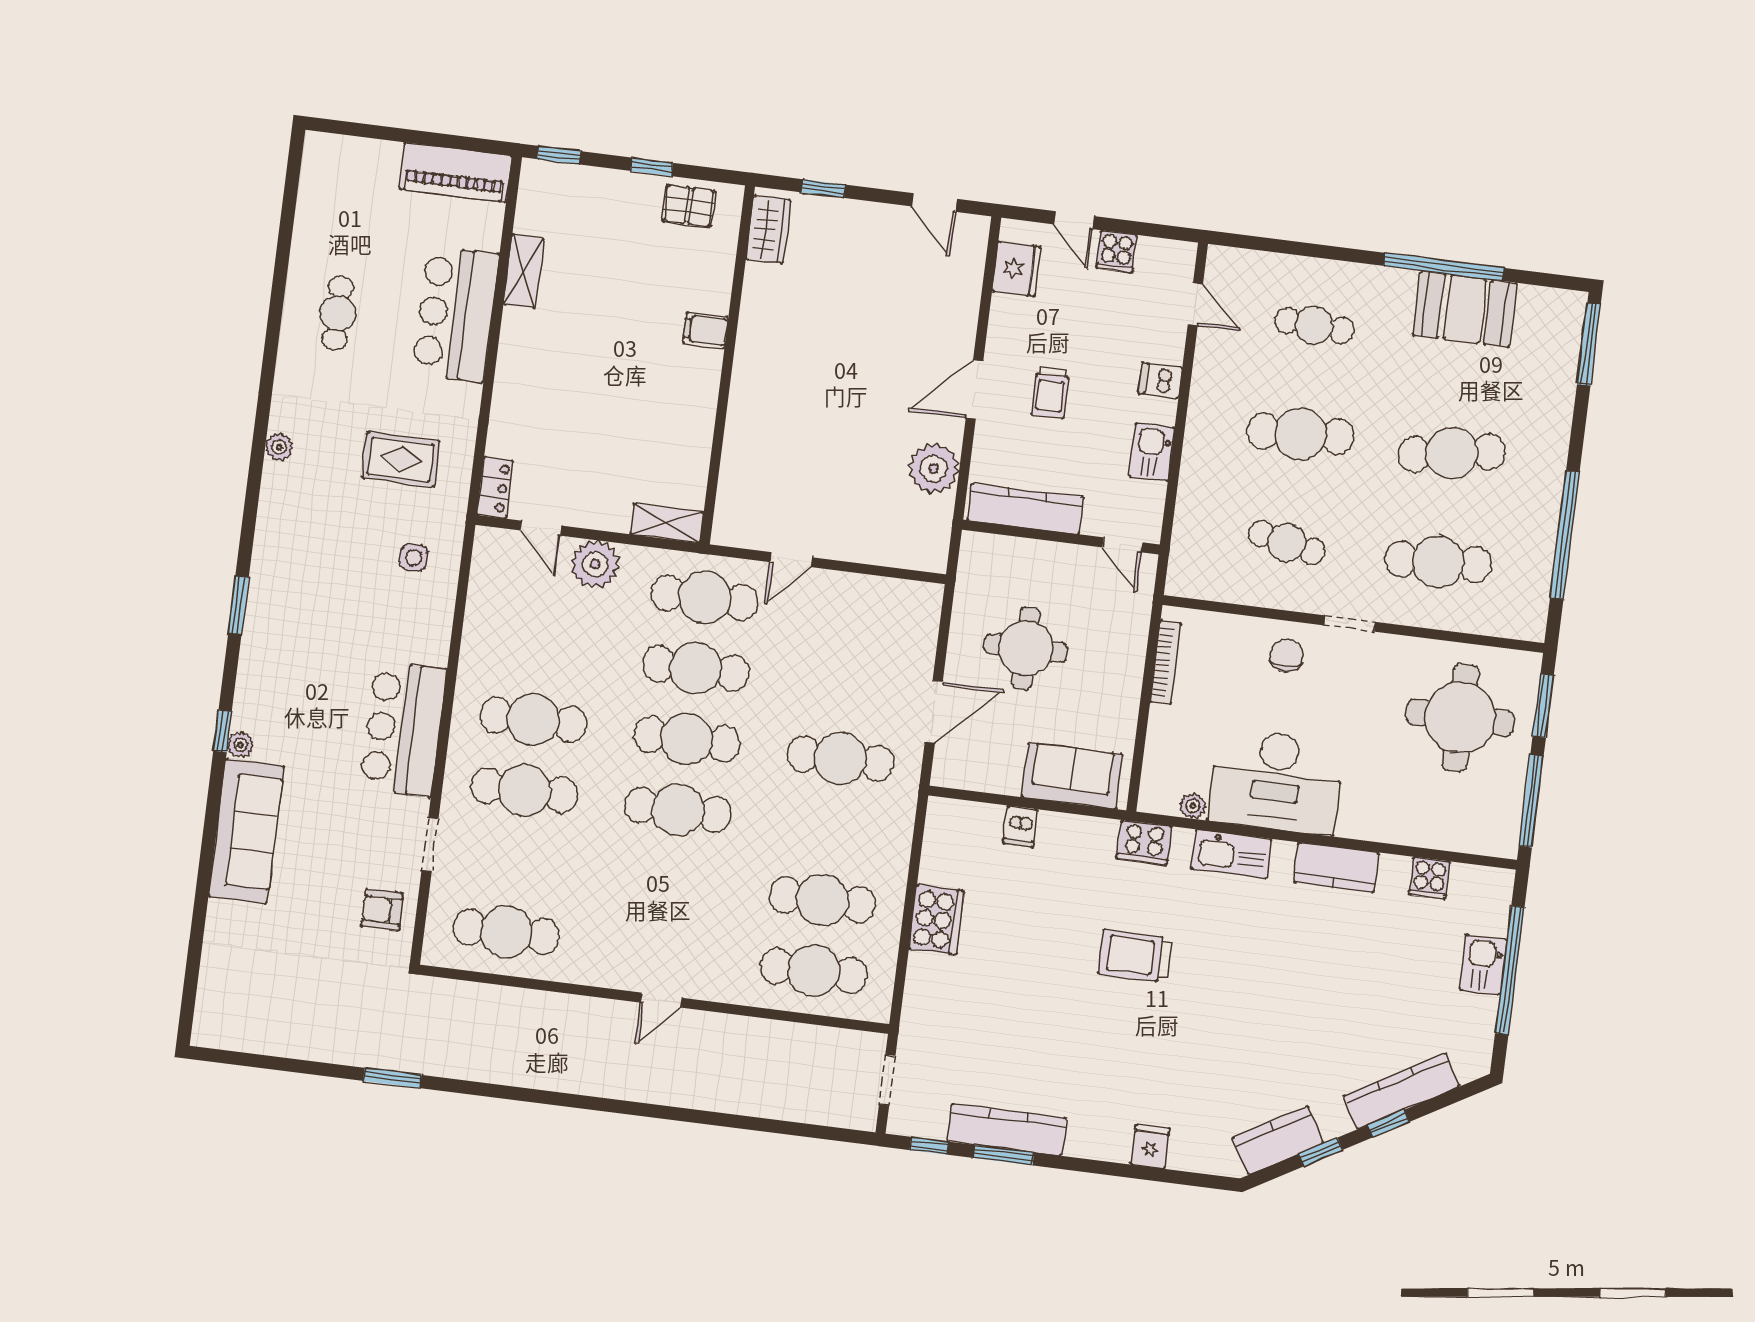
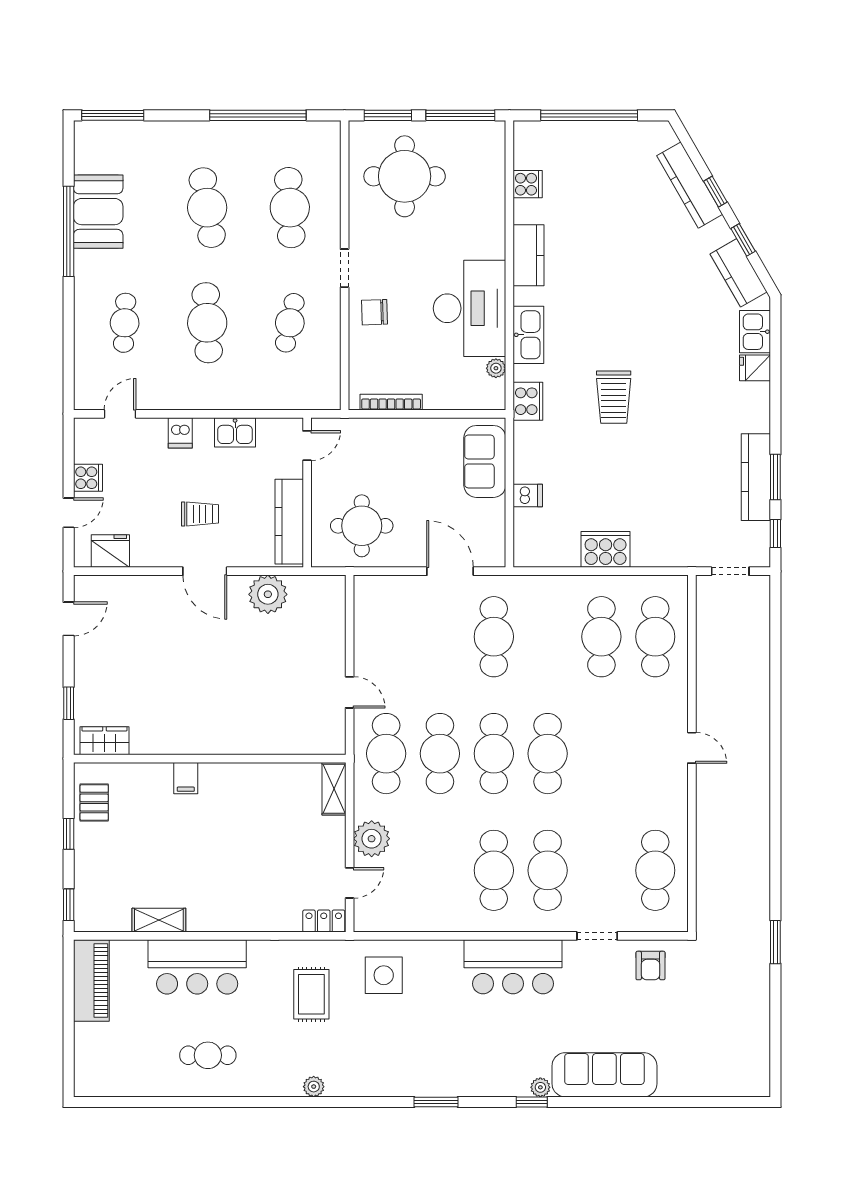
side table: (414, 558) -> (384, 975), width x1.87, depth x1.87
round table: (1026, 648) -> (362, 526), moved
kitchen sink: (1483, 965) -> (755, 332), moved, turned 90

